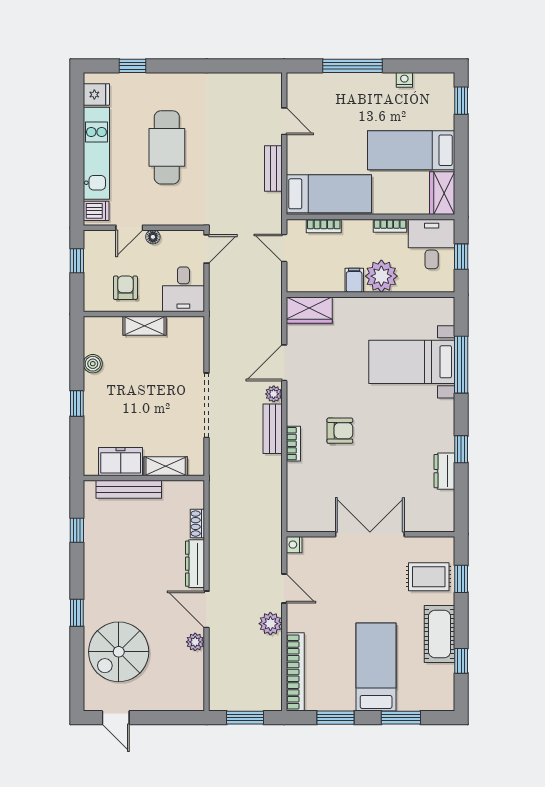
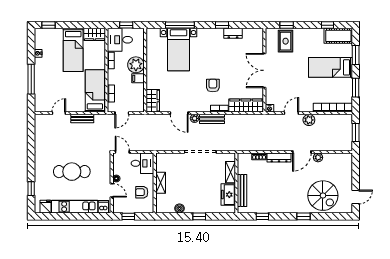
wardrobe: (300, 497) -> (246, 106), added
cot: (440, 634) -> (338, 36), moved

